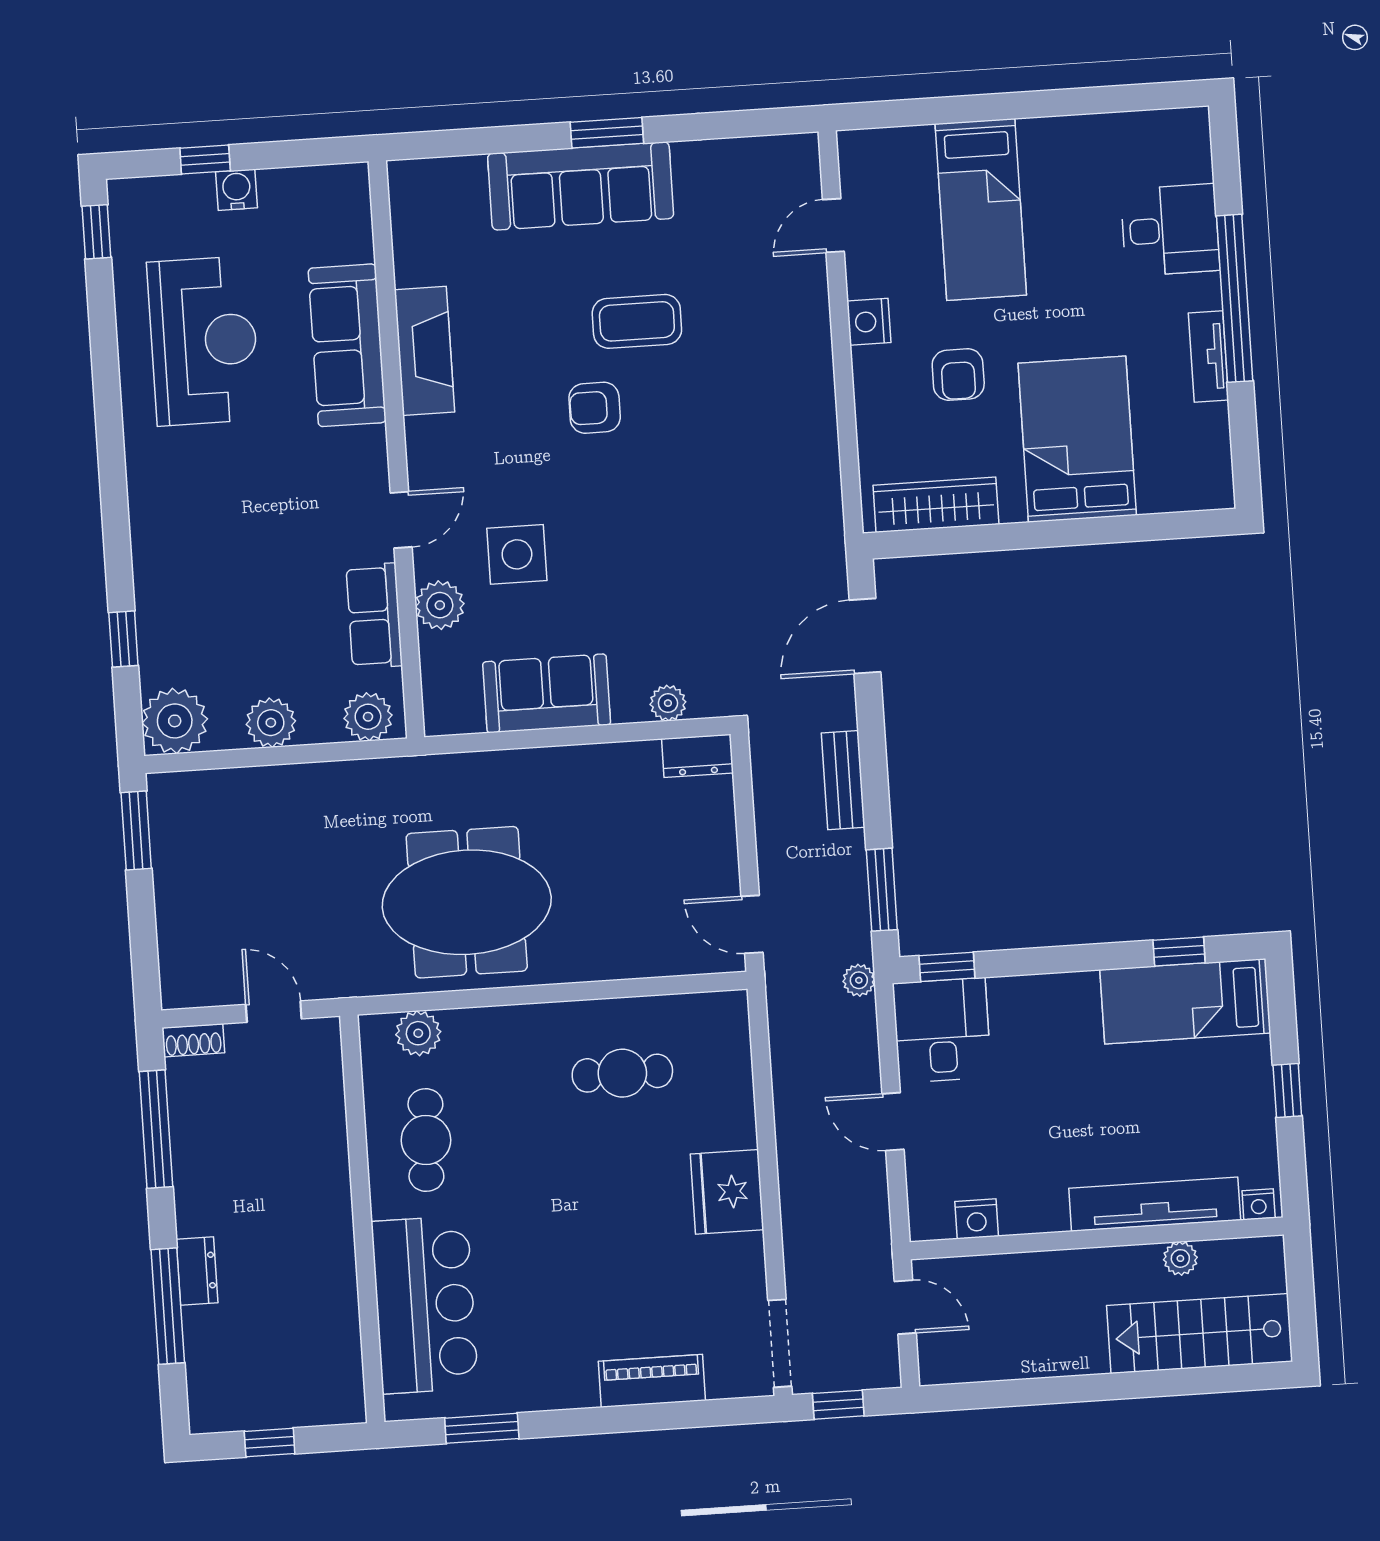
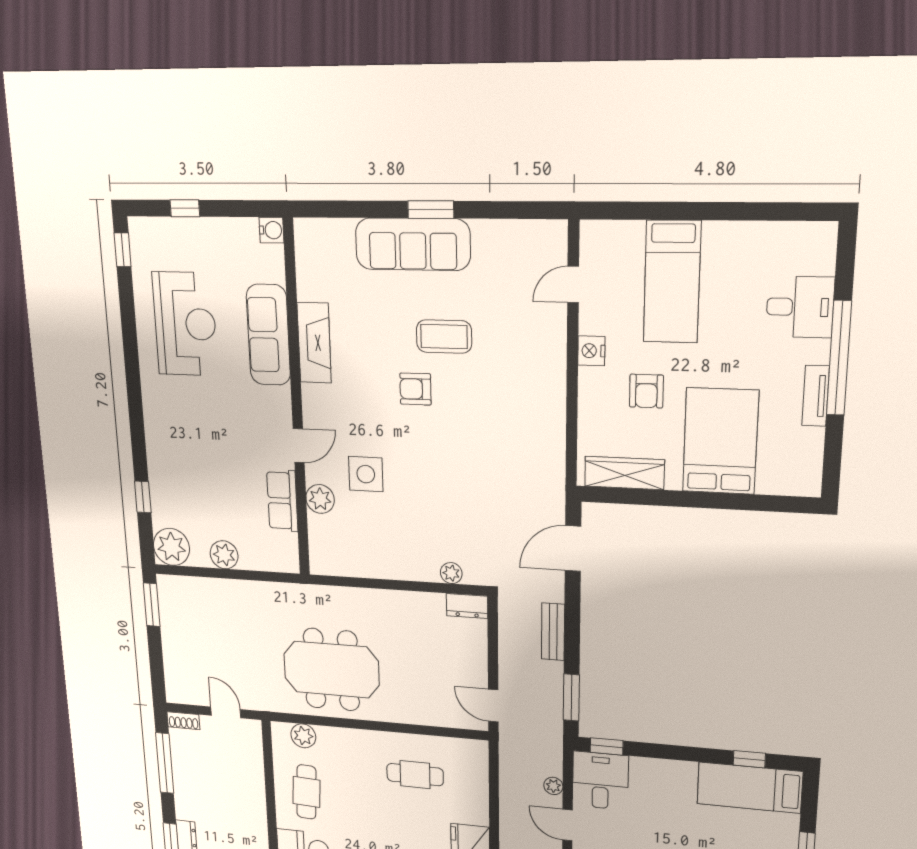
water cooler: (237, 190) -> (271, 230), moved, turned 90
sofa: (547, 693) -> (380, 558), removed
plant: (368, 717) -> (278, 558), removed
plant: (859, 980) -> (553, 786), moved

